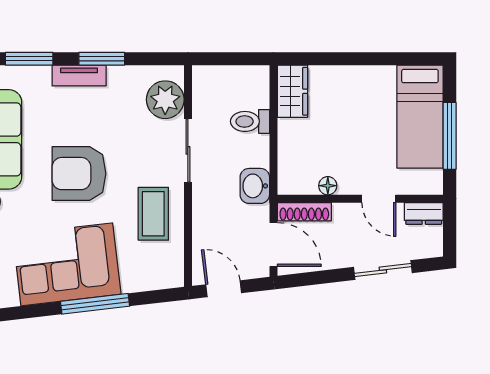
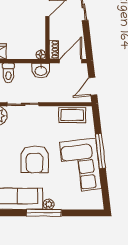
floor lamp: (328, 186) -> (41, 55), moved
shoe rack: (304, 212) -> (54, 50), width x0.70
coffee table: (153, 214) -> (72, 115), moved

